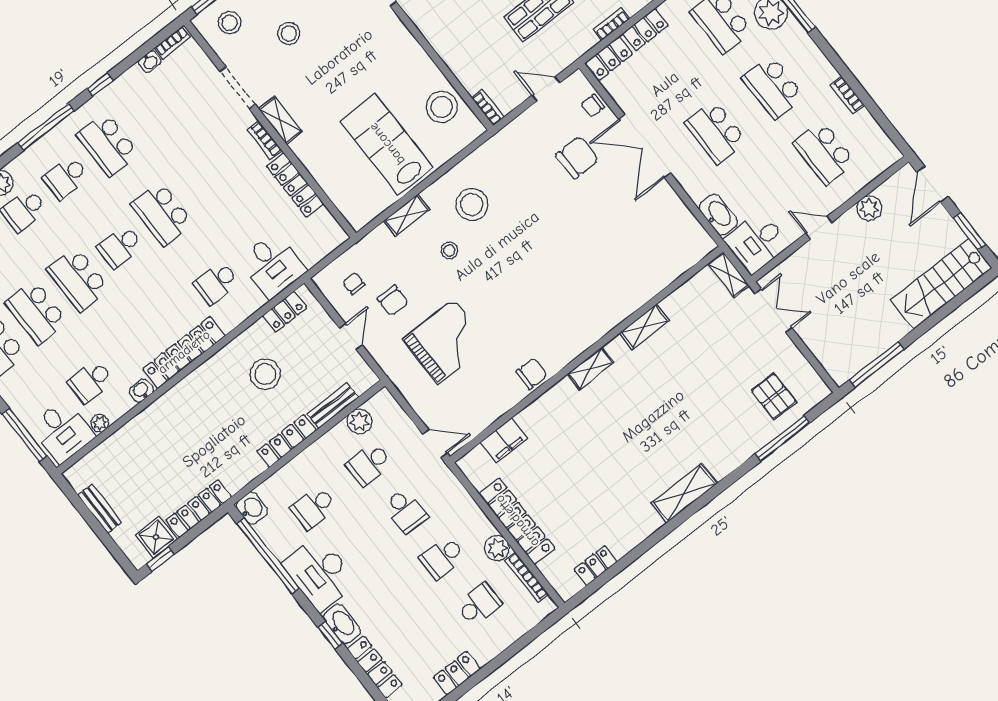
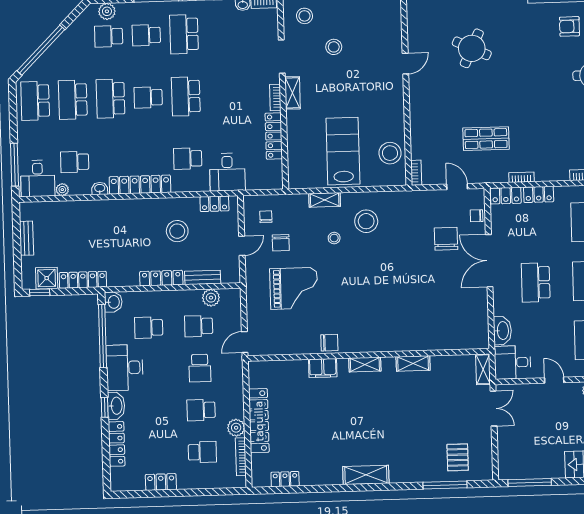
chair: (577, 157) -> (446, 239), turned -90
filing cabinet: (504, 440) -> (323, 368), moved
door: (435, 444) -> (245, 342), swing flipped

